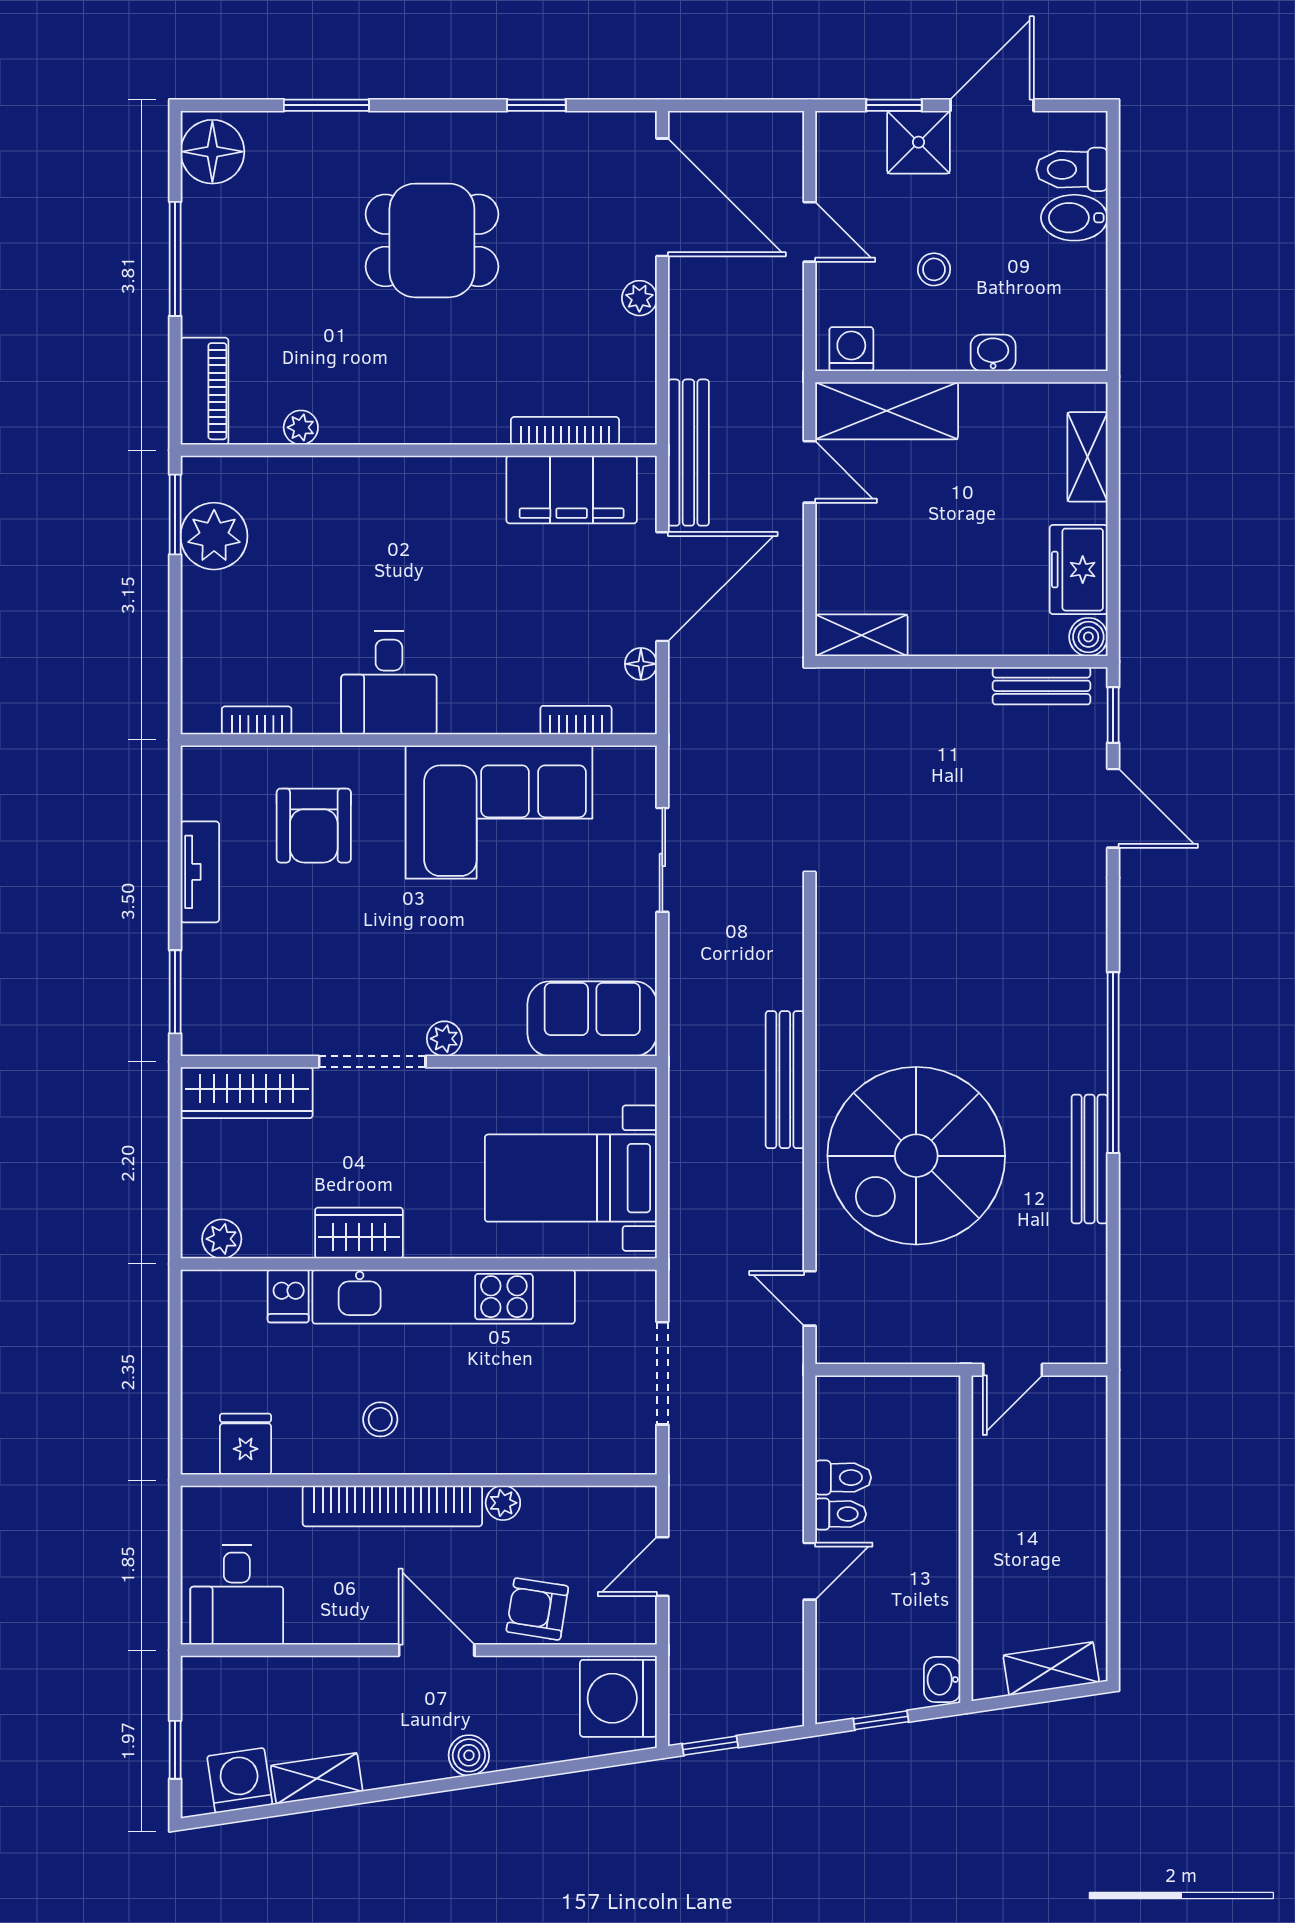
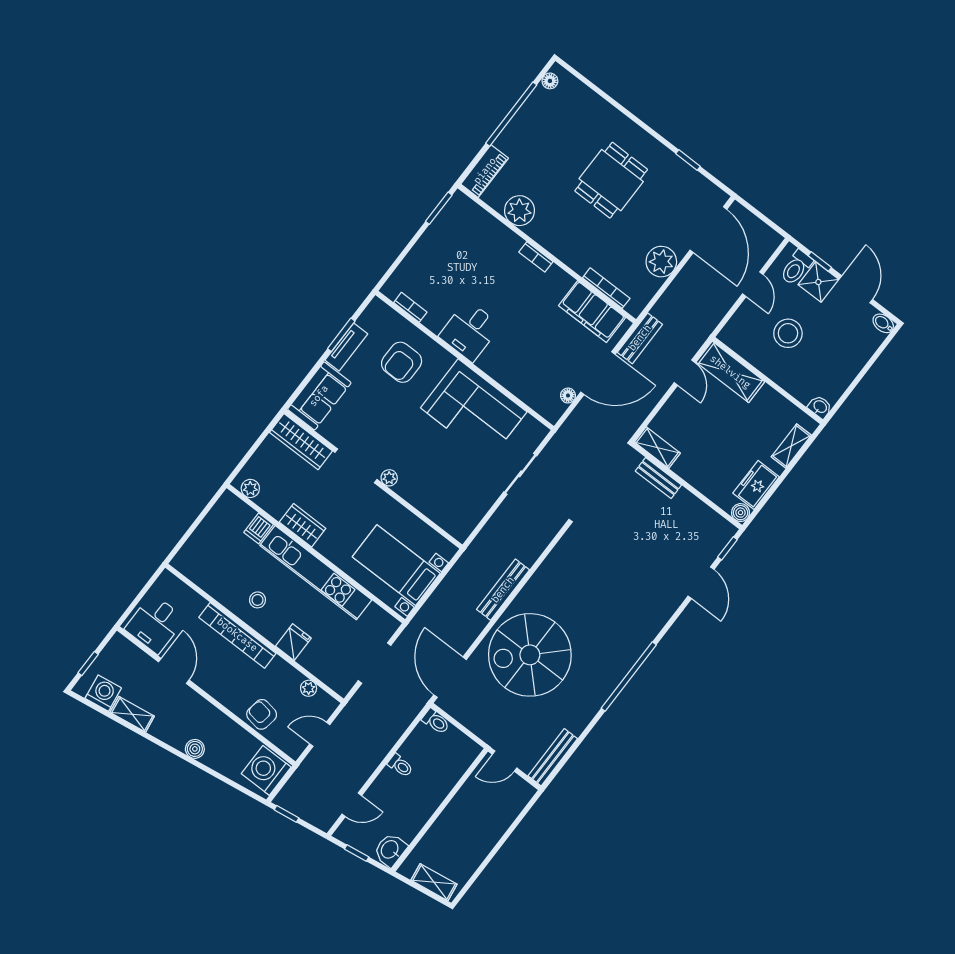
window: (326, 105) -> (611, 100), removed
door: (992, 105) -> (856, 289), hinge flipped
floor lamp: (212, 152) -> (550, 81), width x0.53, depth x0.53
toilet: (1072, 169) -> (796, 268), moved, turned -90
bidet: (1074, 218) -> (883, 323), moved, width x0.72, depth x0.74
dining table: (432, 240) -> (611, 180), turned 90
window: (175, 259) -> (511, 114), width x1.46
stool: (934, 269) -> (788, 333), width x1.89, depth x1.89
plant: (639, 298) -> (661, 262), width x1.87, depth x1.87
washing machine: (851, 349) -> (735, 339), removed
washbasin: (993, 353) -> (820, 407), moved
plant: (301, 427) -> (520, 211), width x1.87, depth x1.87
bench: (688, 453) -> (640, 338), width x0.73
plant: (214, 536) -> (447, 227), removed
bench: (1041, 686) -> (658, 478), moved
bookcase: (576, 720) -> (536, 257), moved, turned 180
window: (175, 992) -> (341, 335), moved
sofa: (592, 1019) -> (319, 396), moved, turned 90
bench: (1090, 1159) -> (553, 757), moved
door: (810, 1298) -> (450, 677), width x1.87
fridge: (246, 1444) -> (293, 642), moved
toilet: (843, 1478) -> (436, 721), moved
plant: (503, 1503) -> (309, 688), moved
door: (810, 1571) -> (352, 805), moved
door: (437, 1650) -> (174, 671), moved
washbasin: (942, 1680) -> (390, 850), width x1.38, depth x1.45

